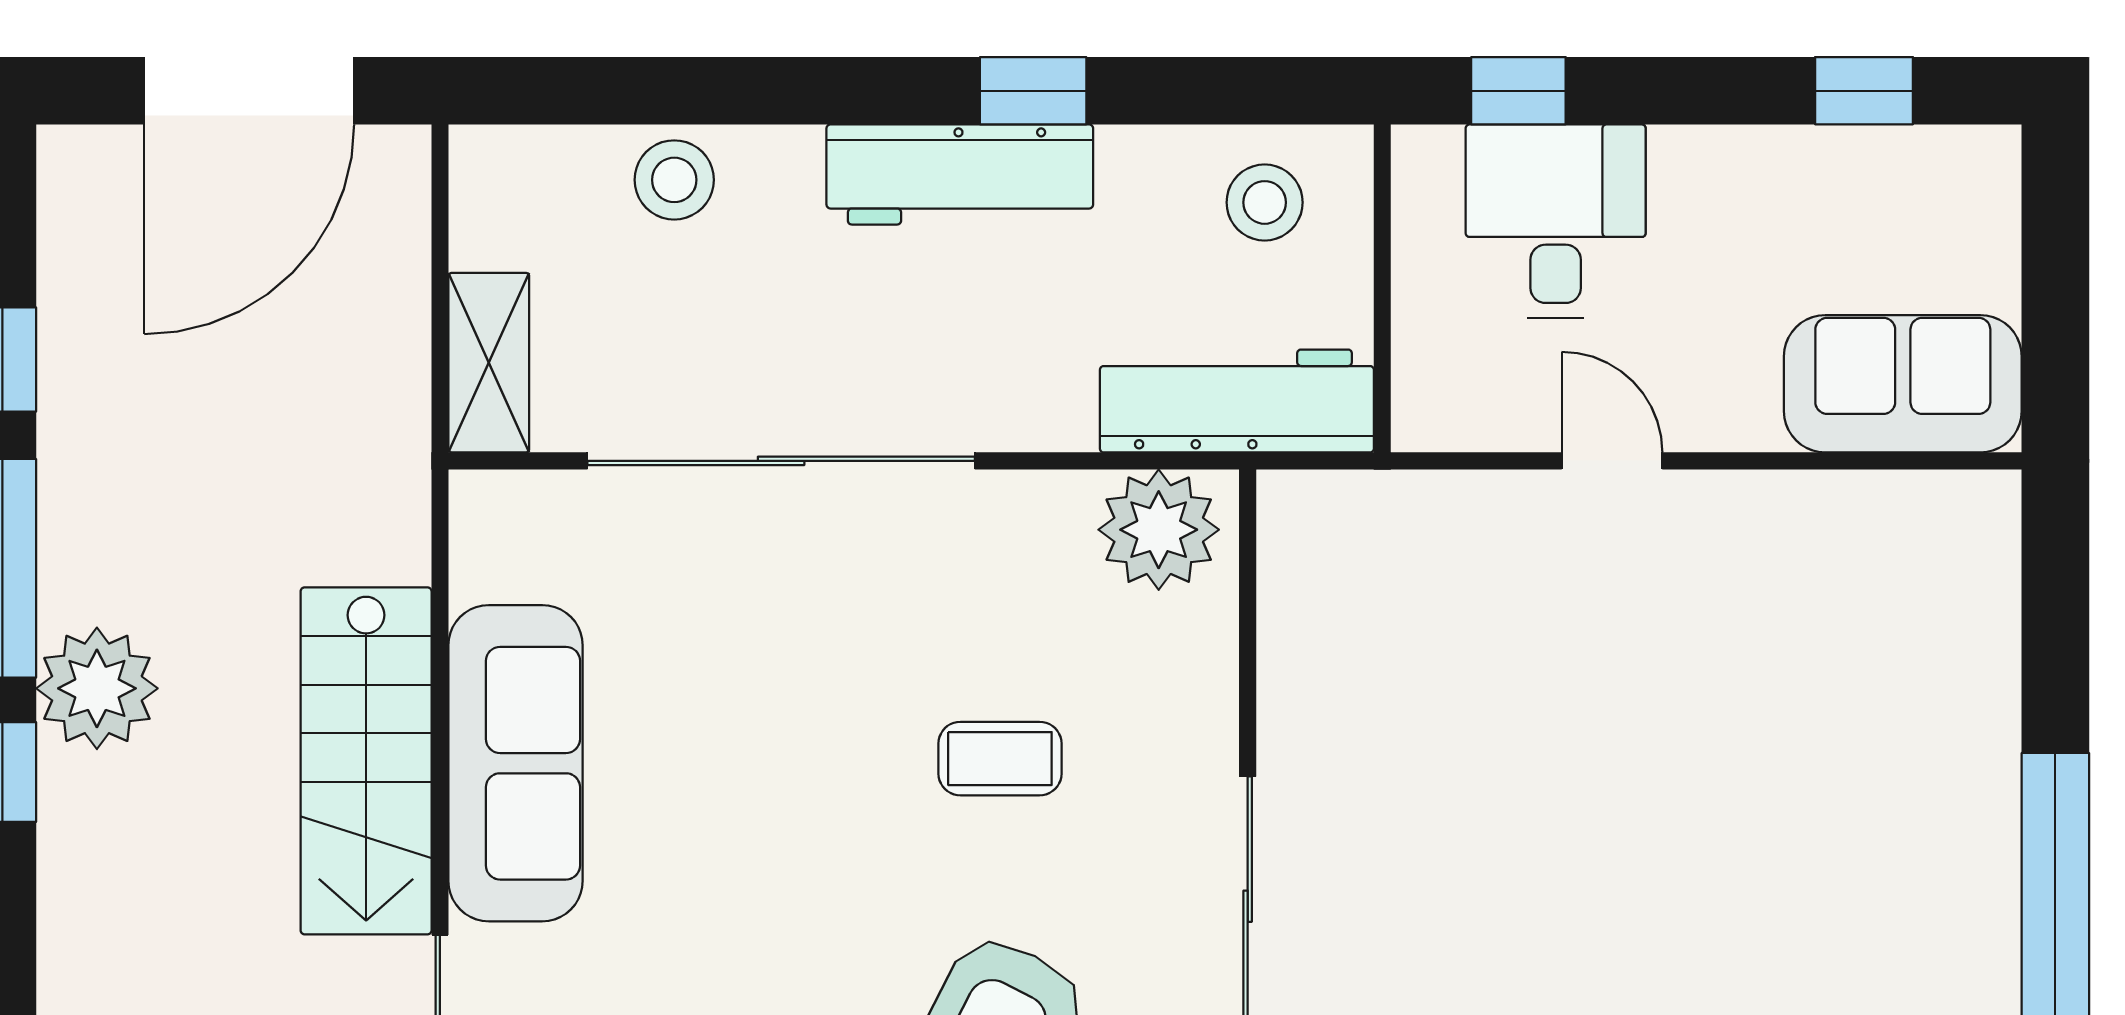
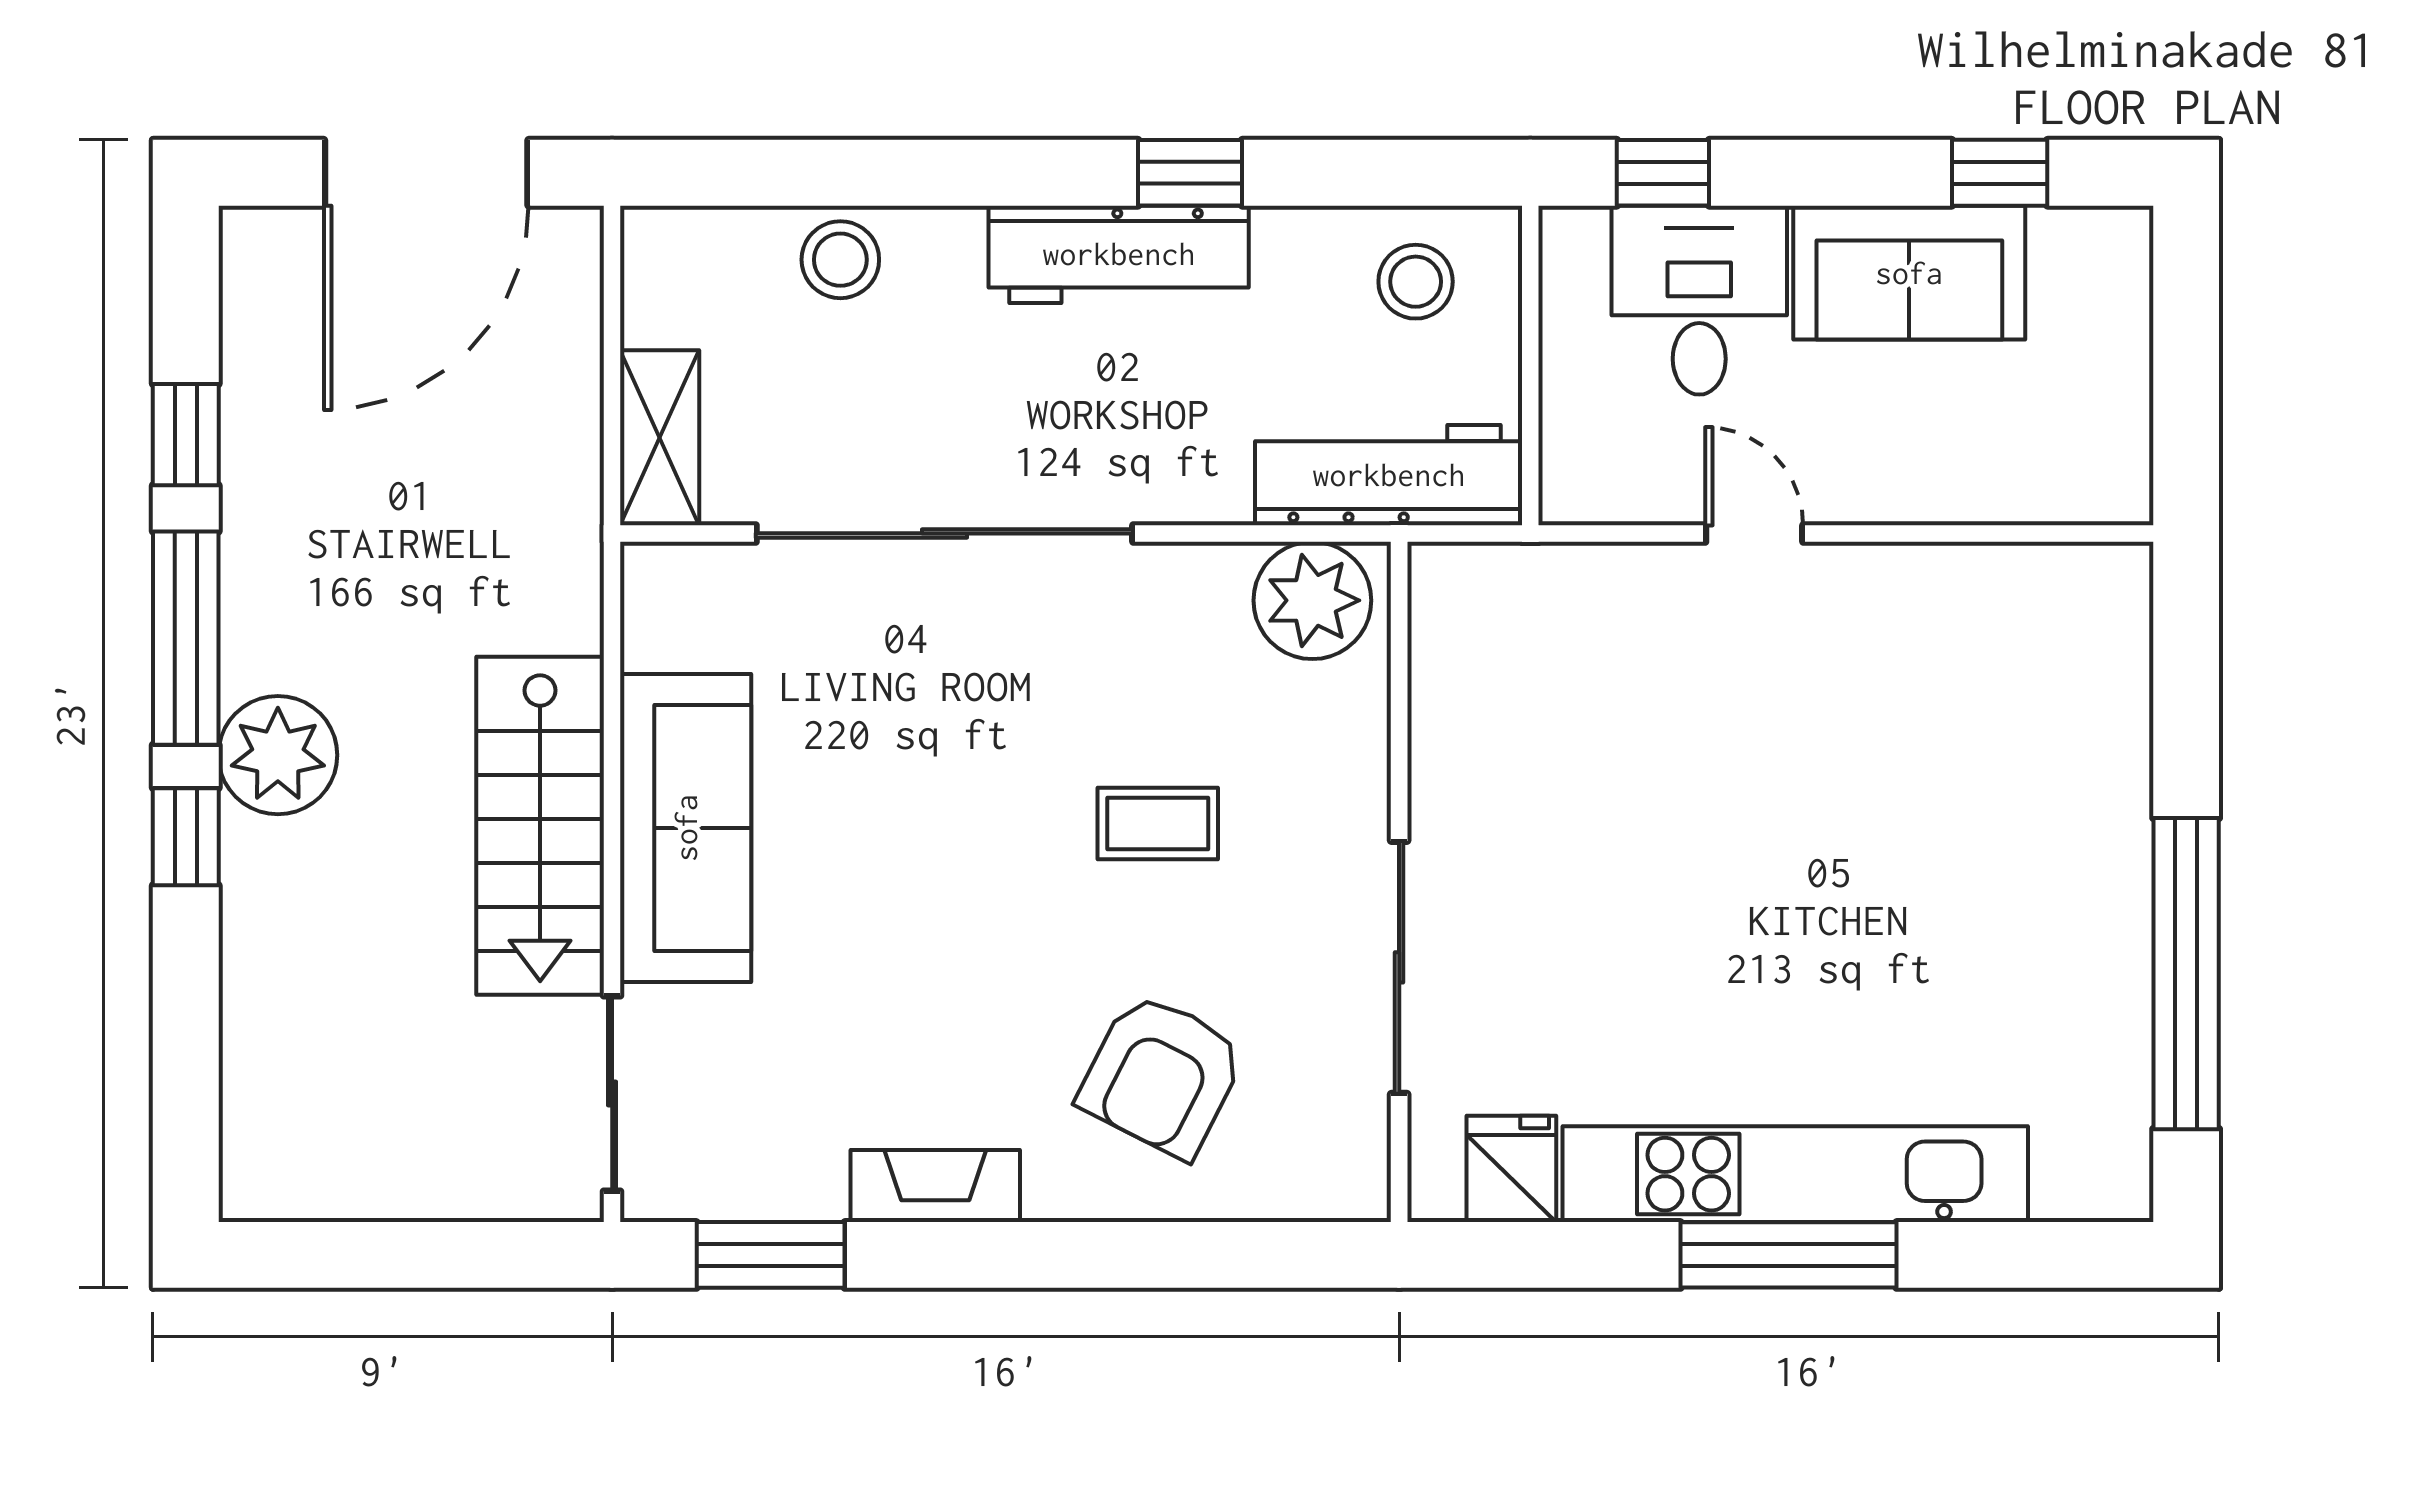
sofa: (1903, 384) -> (1909, 273), moved, turned 180

